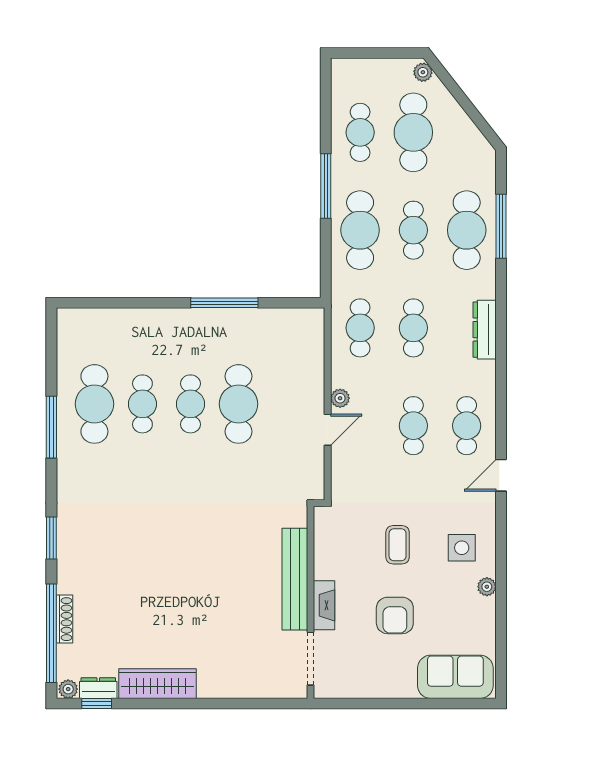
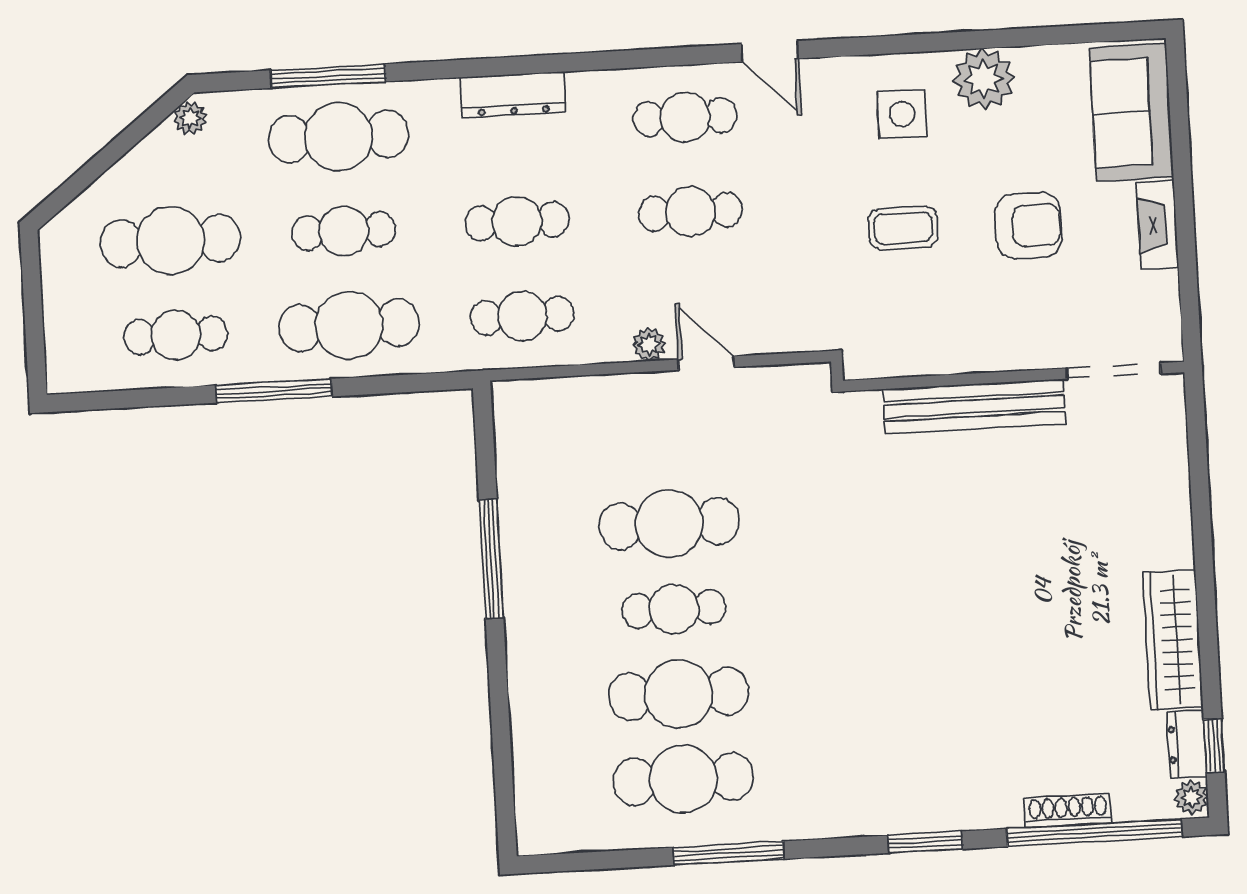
plant: (423, 72) -> (190, 118), moved
cafe table: (142, 404) -> (679, 694), width x1.37, depth x1.35
plant: (487, 587) -> (984, 79), width x1.87, depth x1.87
fireplace: (324, 605) -> (1158, 225), moved, turned -90

